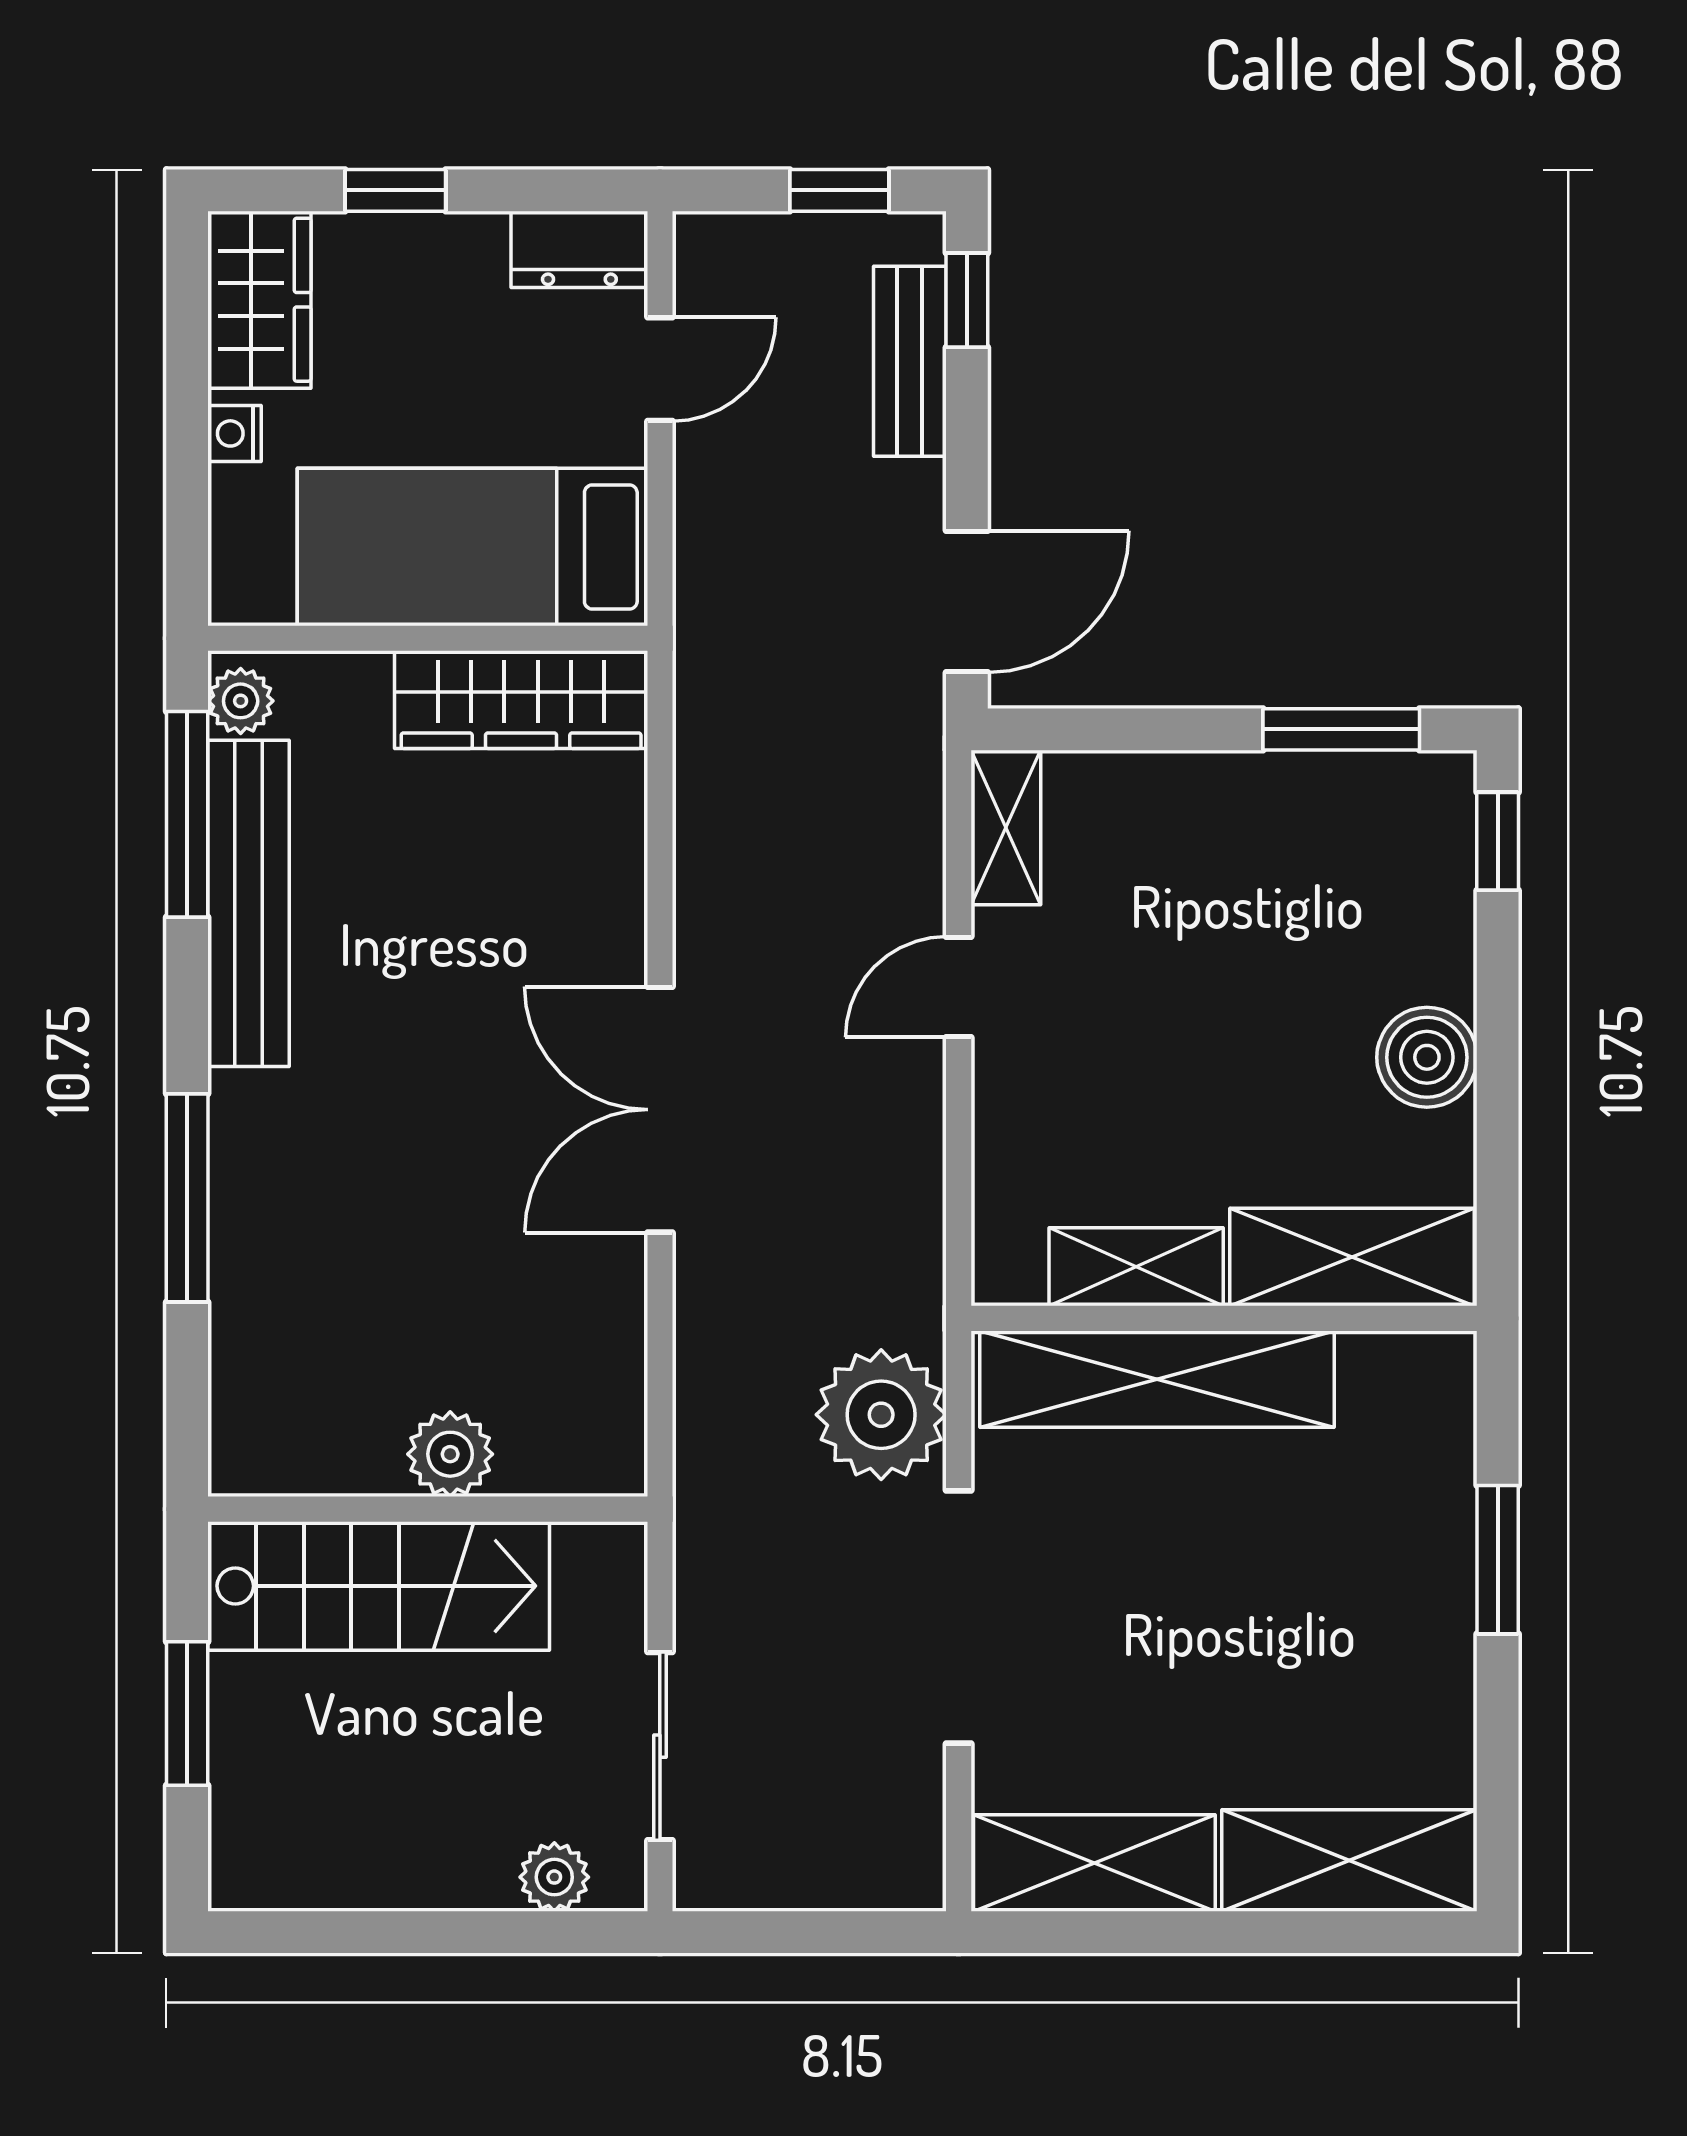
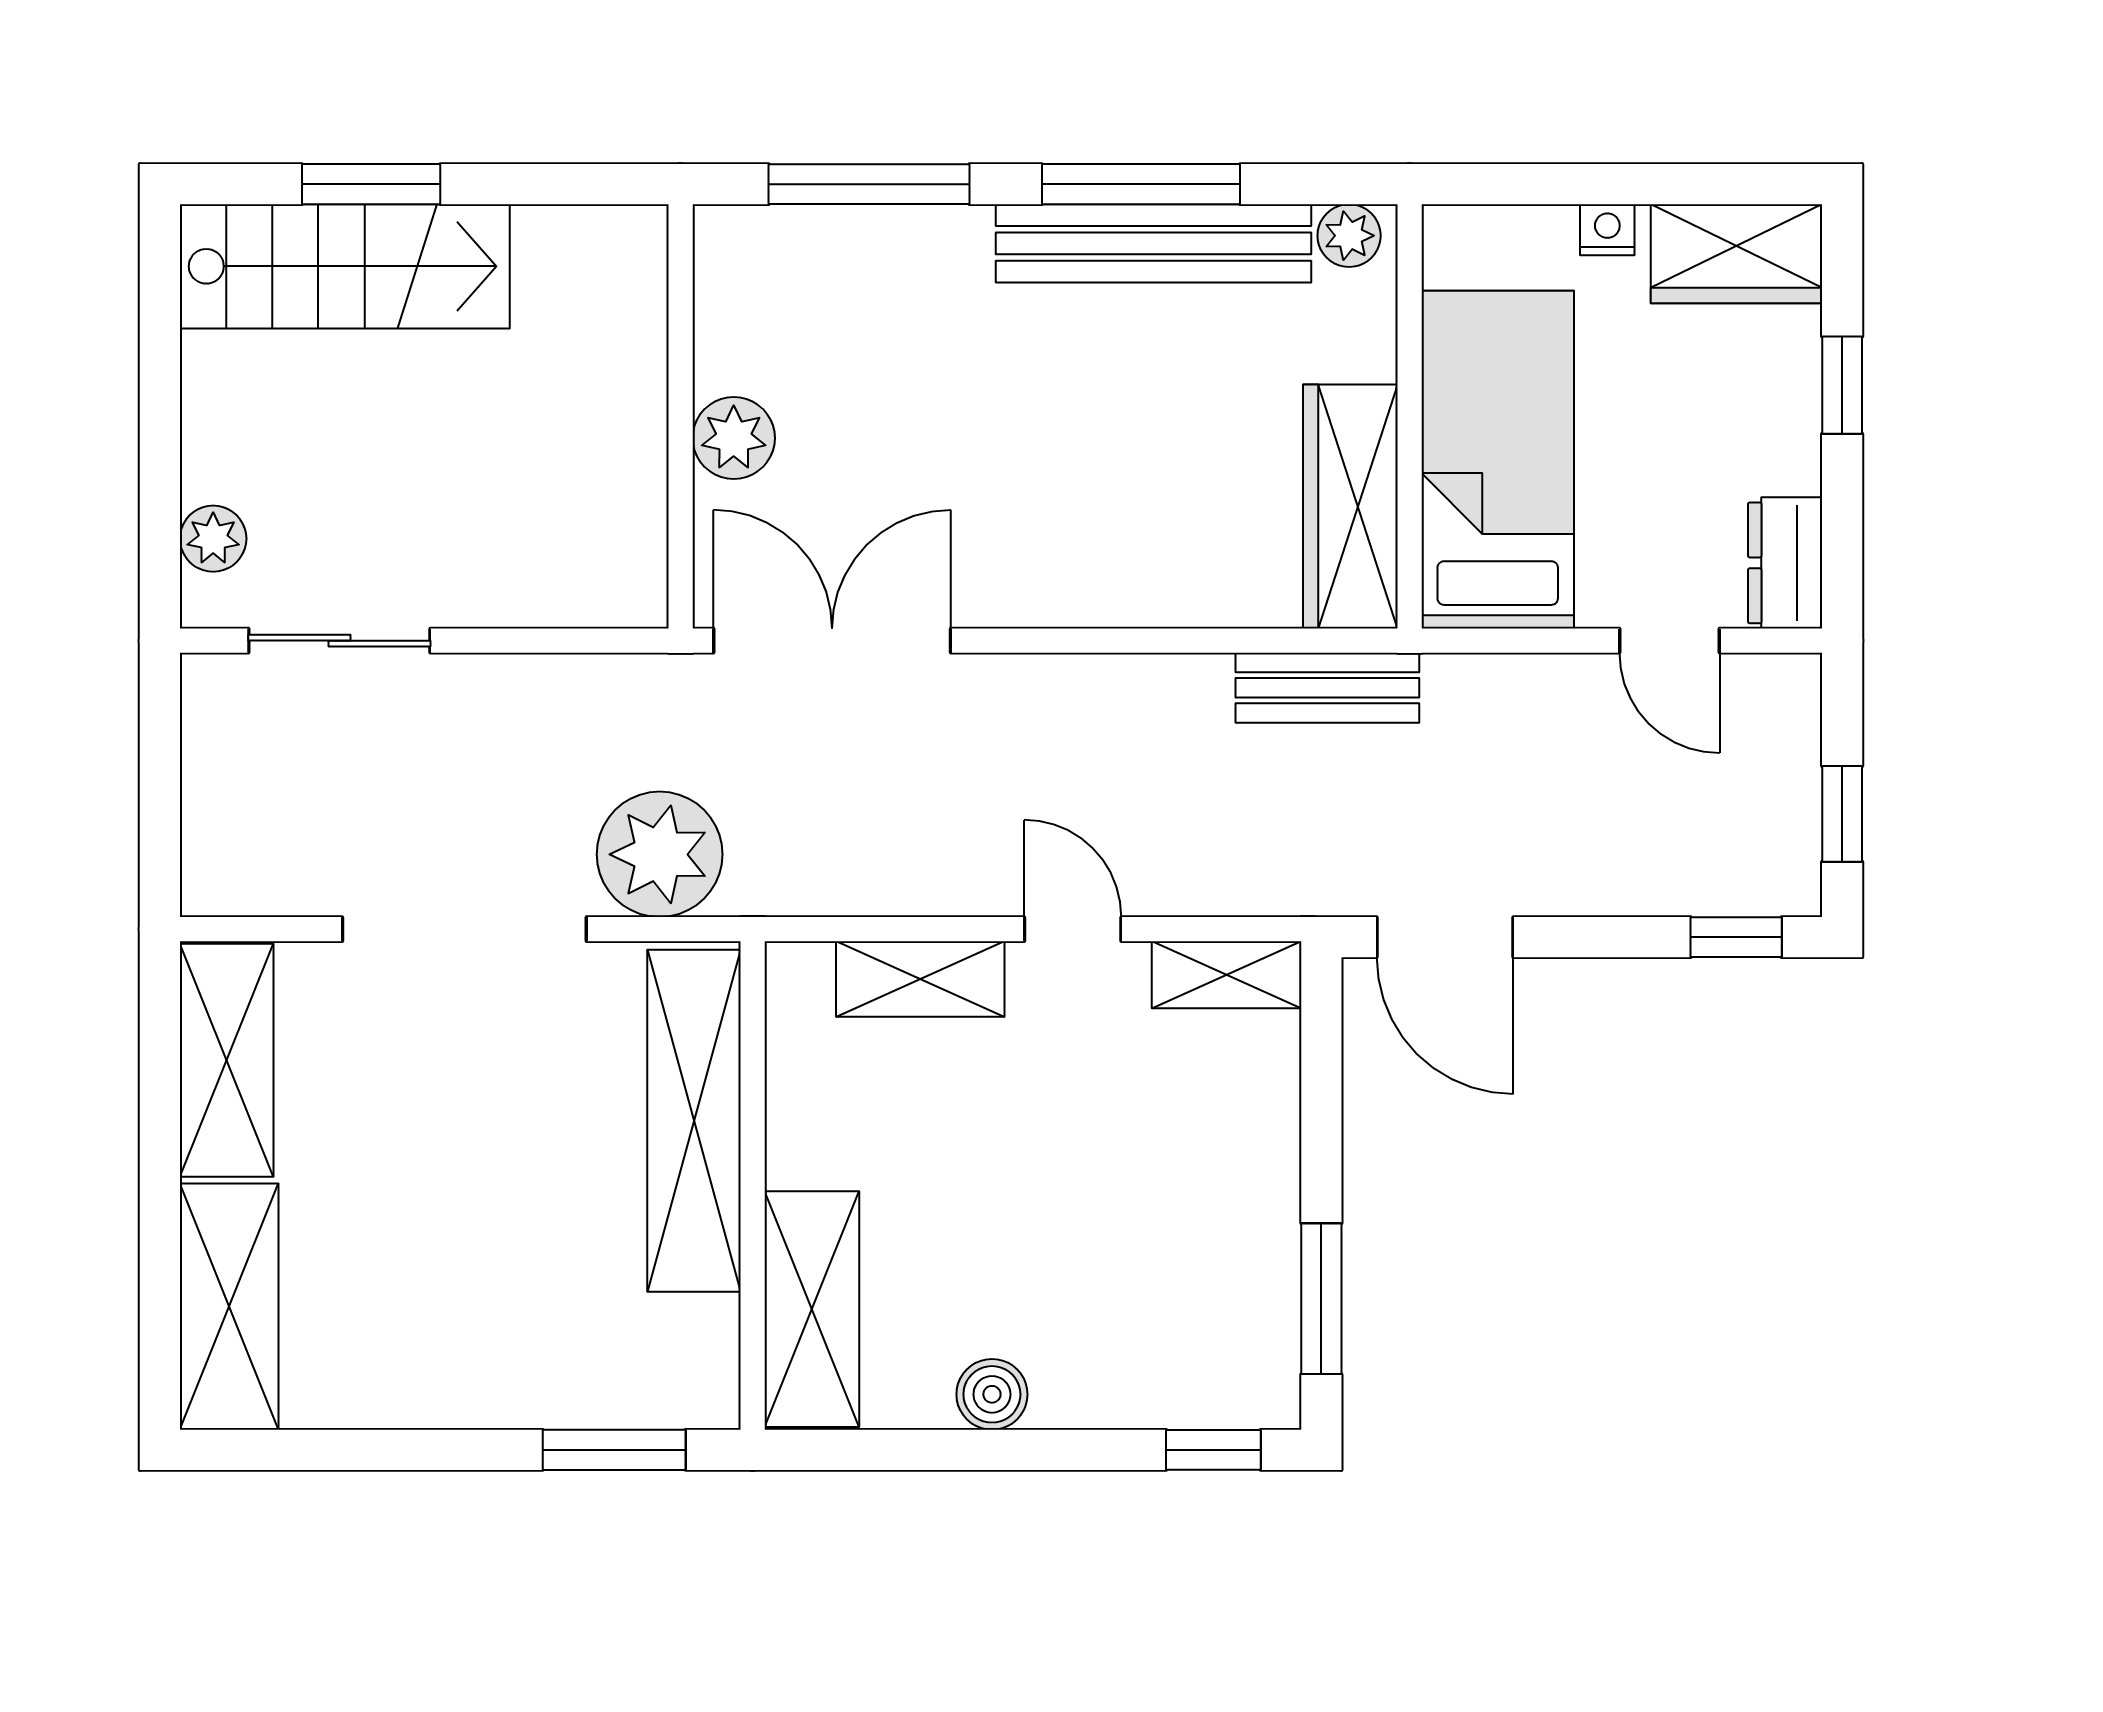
bench: (910, 361) -> (1327, 688), moved
window: (187, 814) -> (1141, 184), moved
boiler: (1427, 1057) -> (992, 1394), width x0.73, depth x0.73
double door: (660, 1110) -> (832, 641), moved
shelving: (1136, 1267) -> (920, 979), moved, turned 90
plant: (450, 1454) -> (734, 438), moved
wall: (428, 1509) -> (681, 416), moved
window: (1498, 1560) -> (614, 1450), moved
stairs: (379, 1586) -> (345, 266), moved, turned -90

